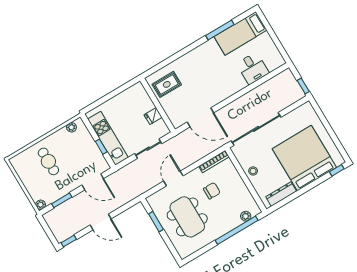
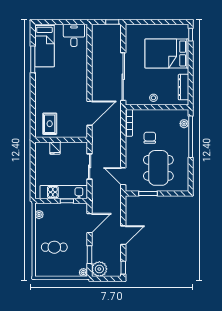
desk: (253, 68) -> (74, 35), moved, turned -90
fridge: (153, 116) -> (55, 148), moved
bed: (304, 158) -> (167, 53), width x0.73
door: (173, 178) -> (123, 176), moved
dining table: (187, 217) -> (158, 168), turned 90
plant: (53, 218) -> (99, 269), added

